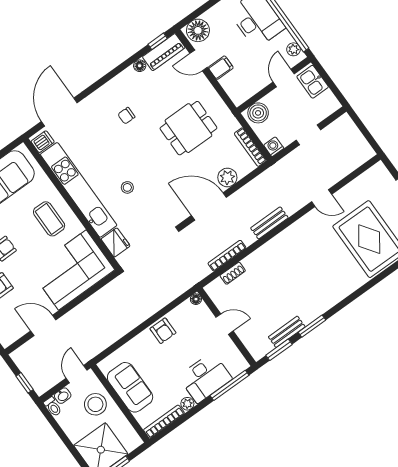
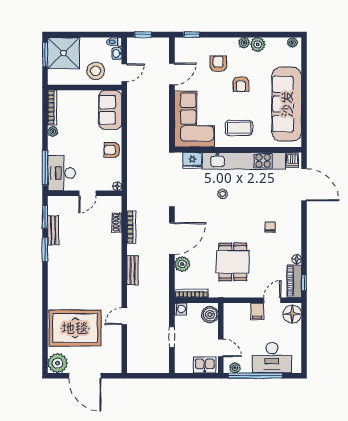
door: (77, 374) -> (124, 73), hinge flipped
desk: (205, 378) -> (61, 173), moved
sofa: (130, 387) -> (110, 110), moved, turned 90

